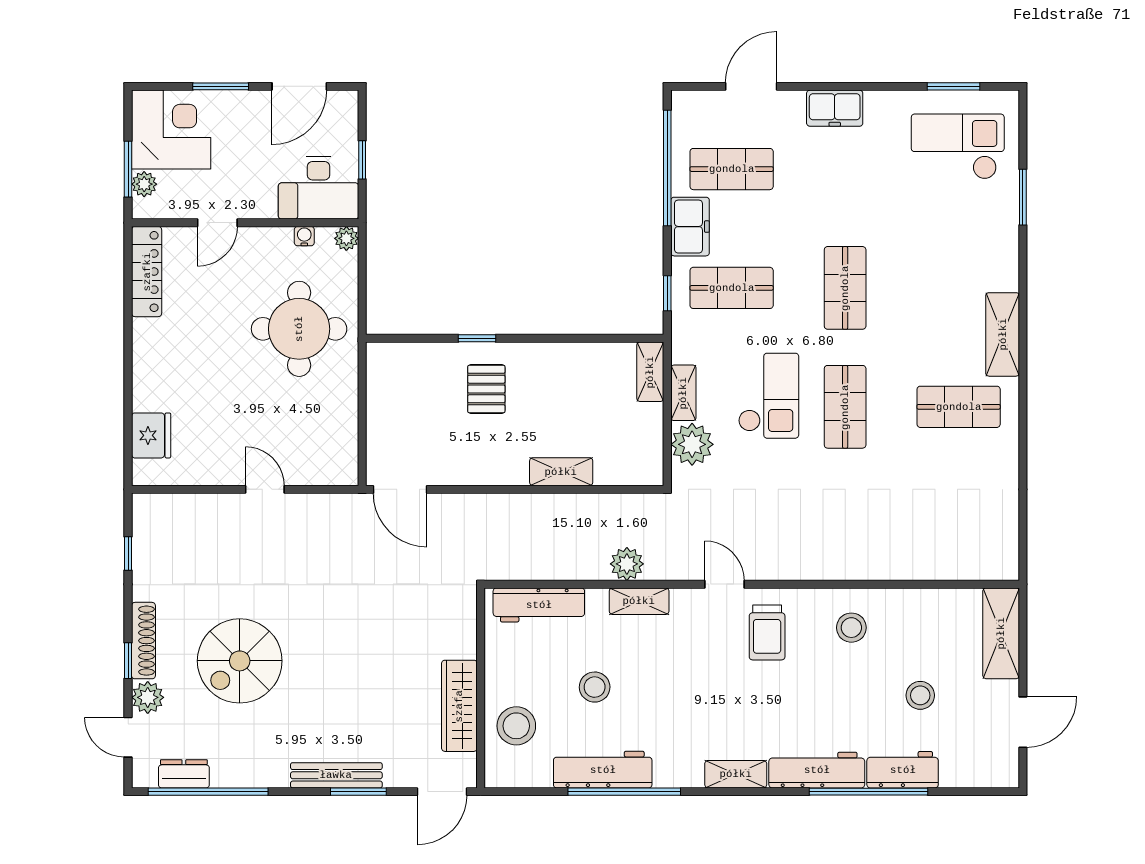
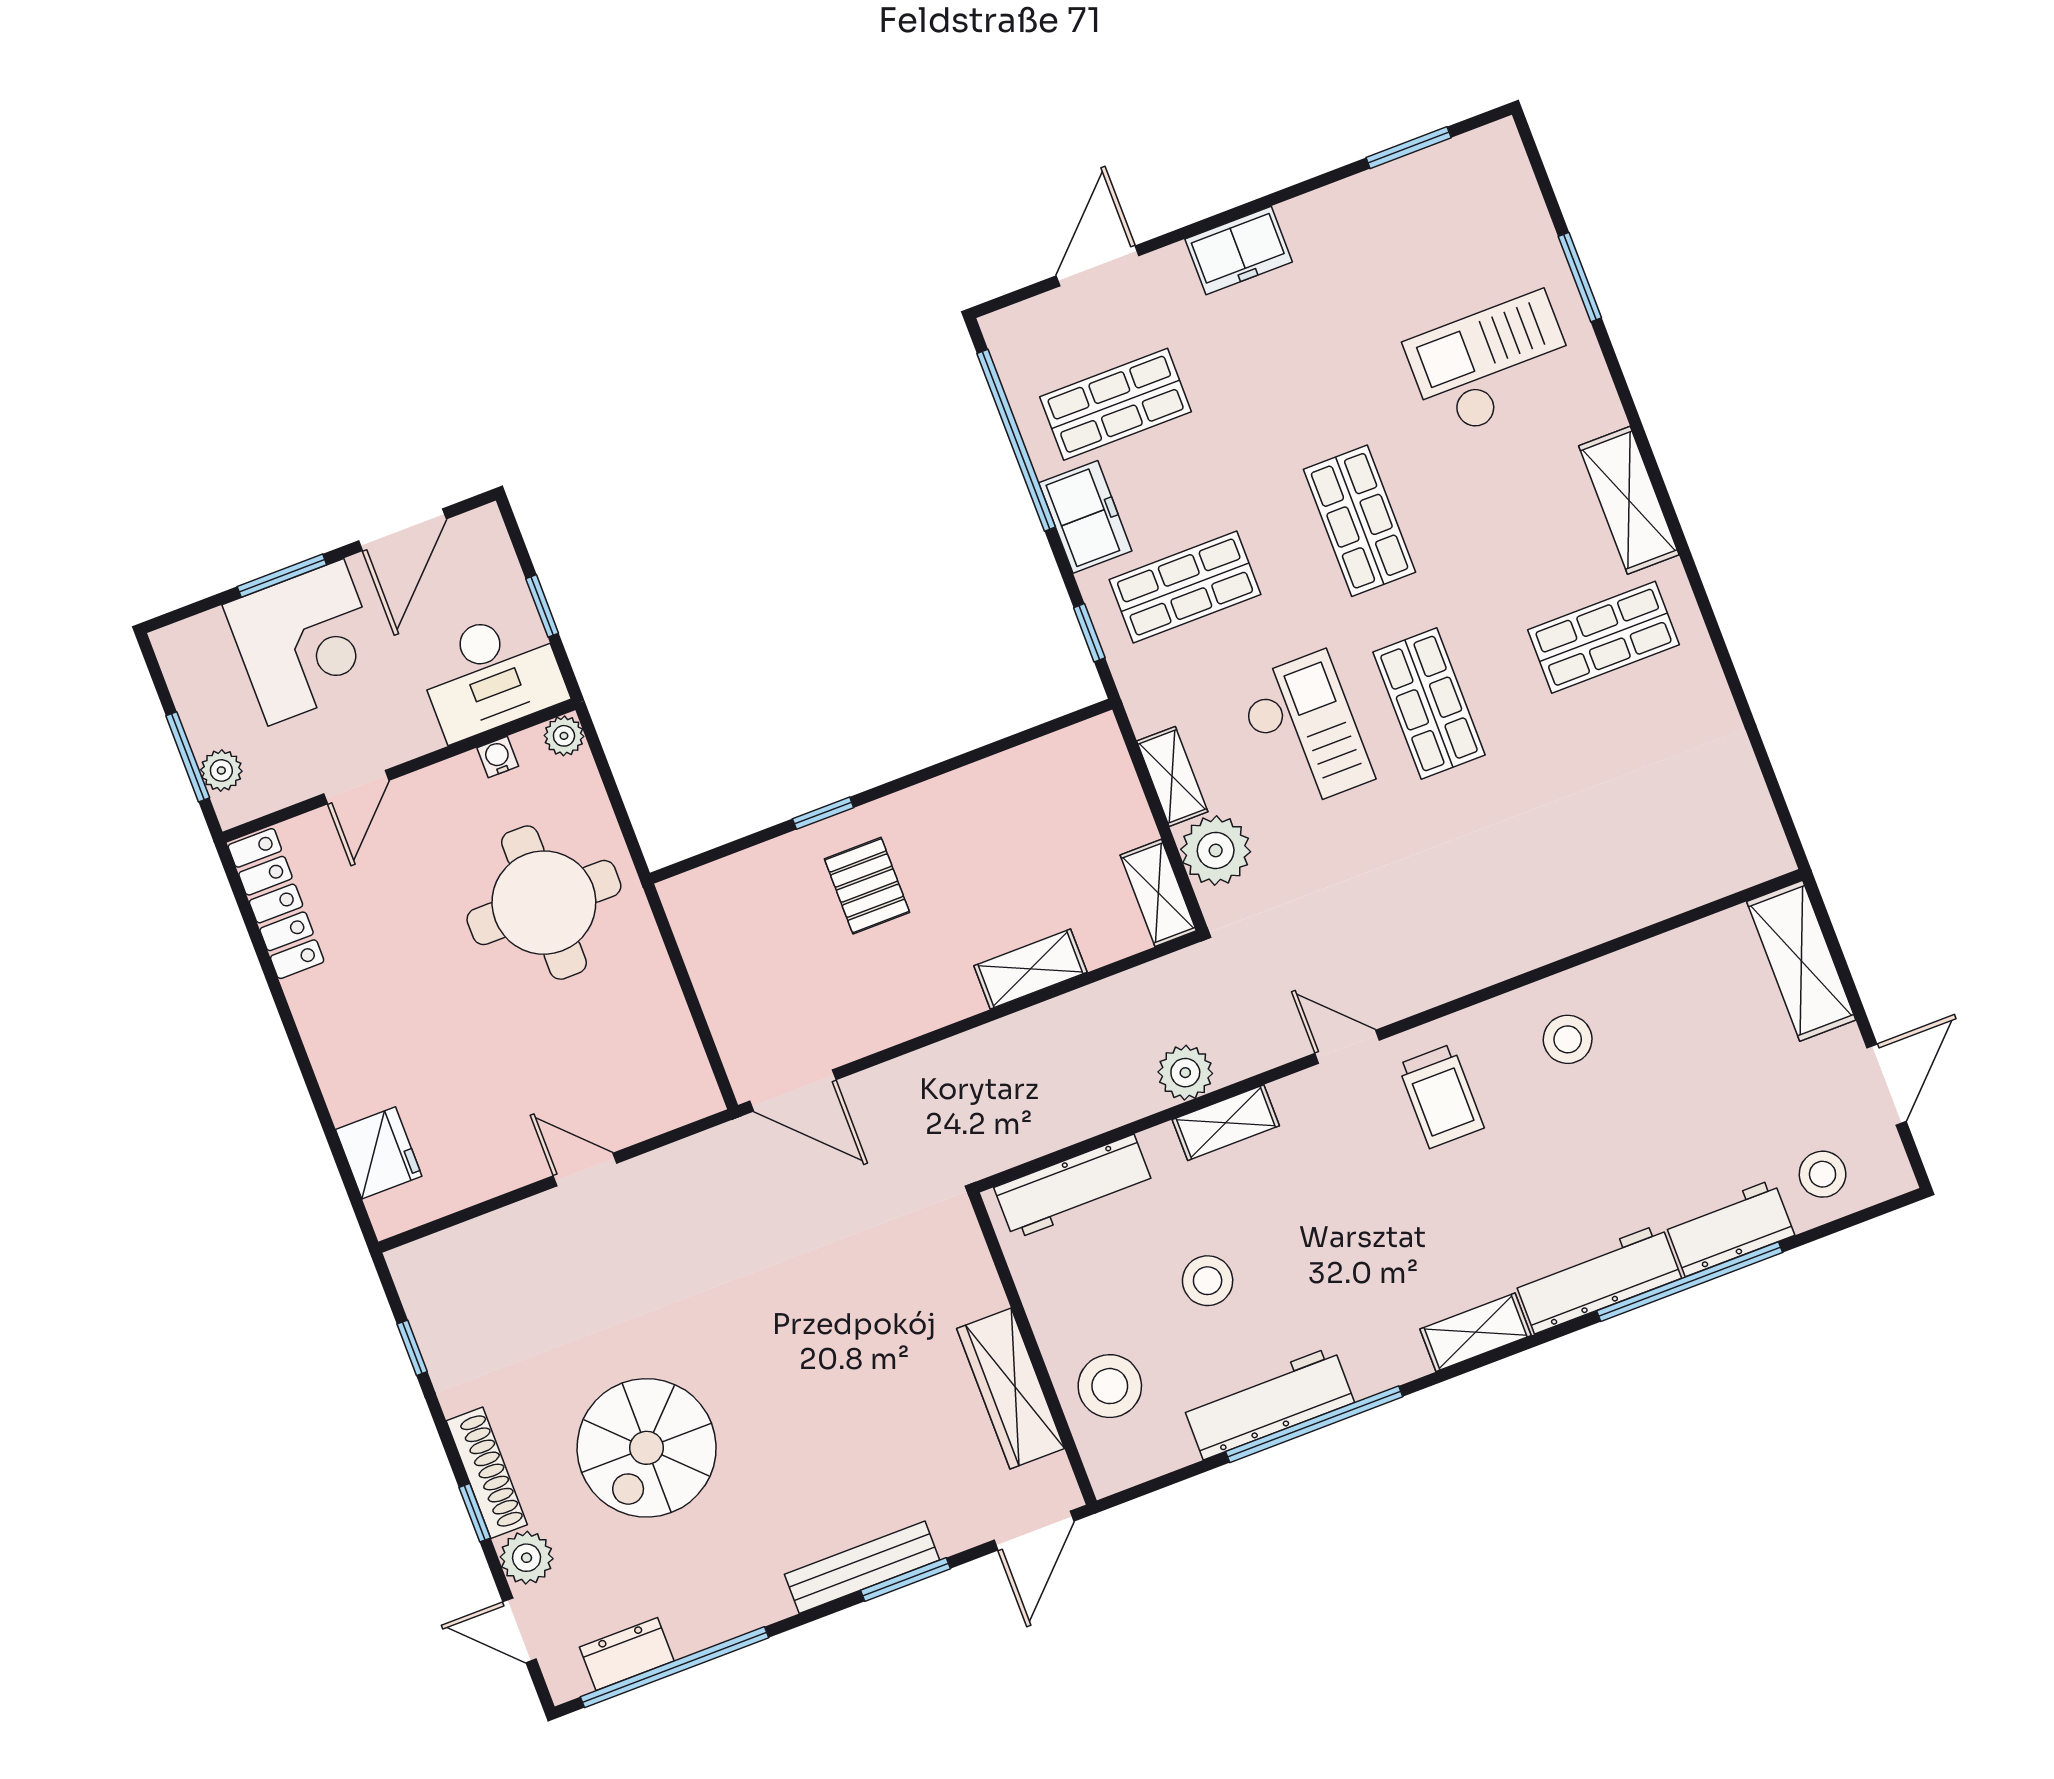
corner desk: (171, 130) -> (306, 642), moved, turned 90
checkout: (958, 147) -> (1492, 365), moved
shelving: (650, 372) -> (1158, 893), moved
stool: (920, 695) -> (1823, 1174), moved

